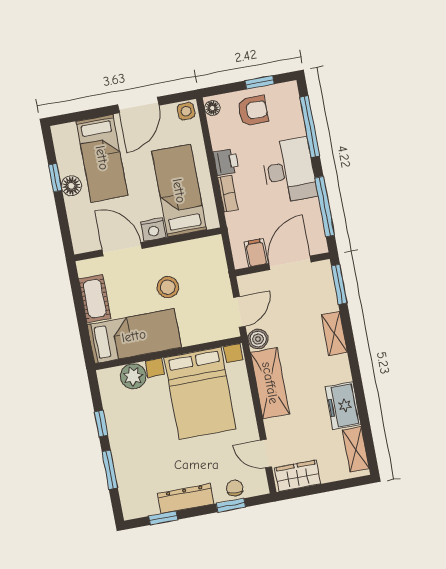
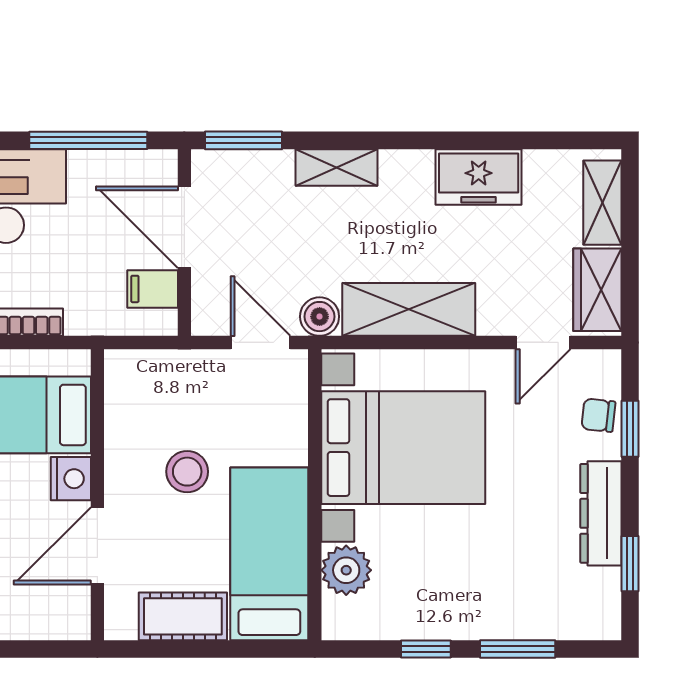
shelving: (356, 449) -> (602, 203), moved, turned 90

